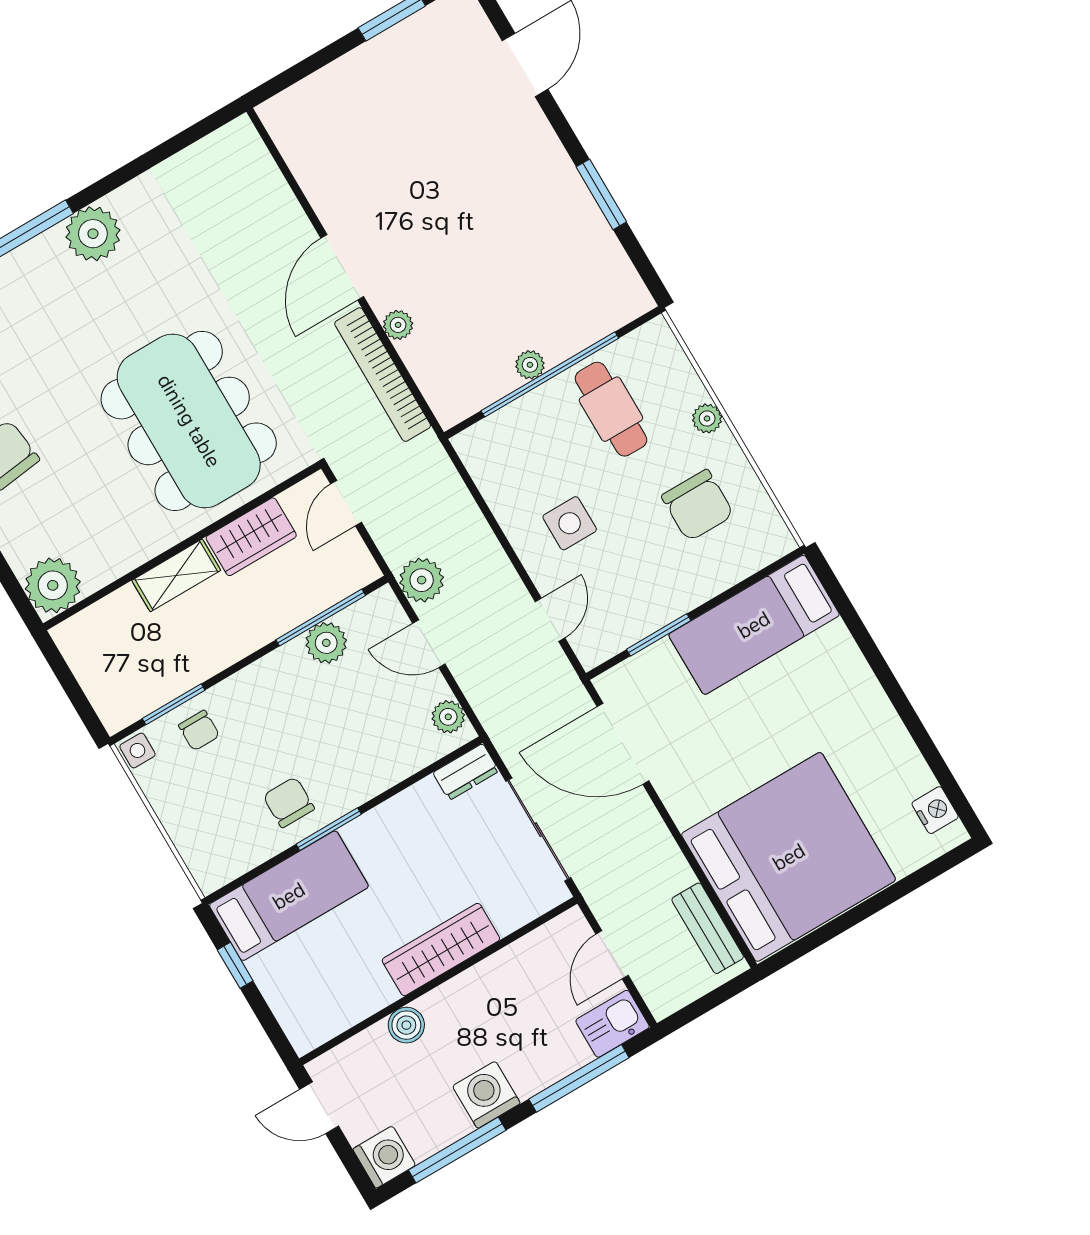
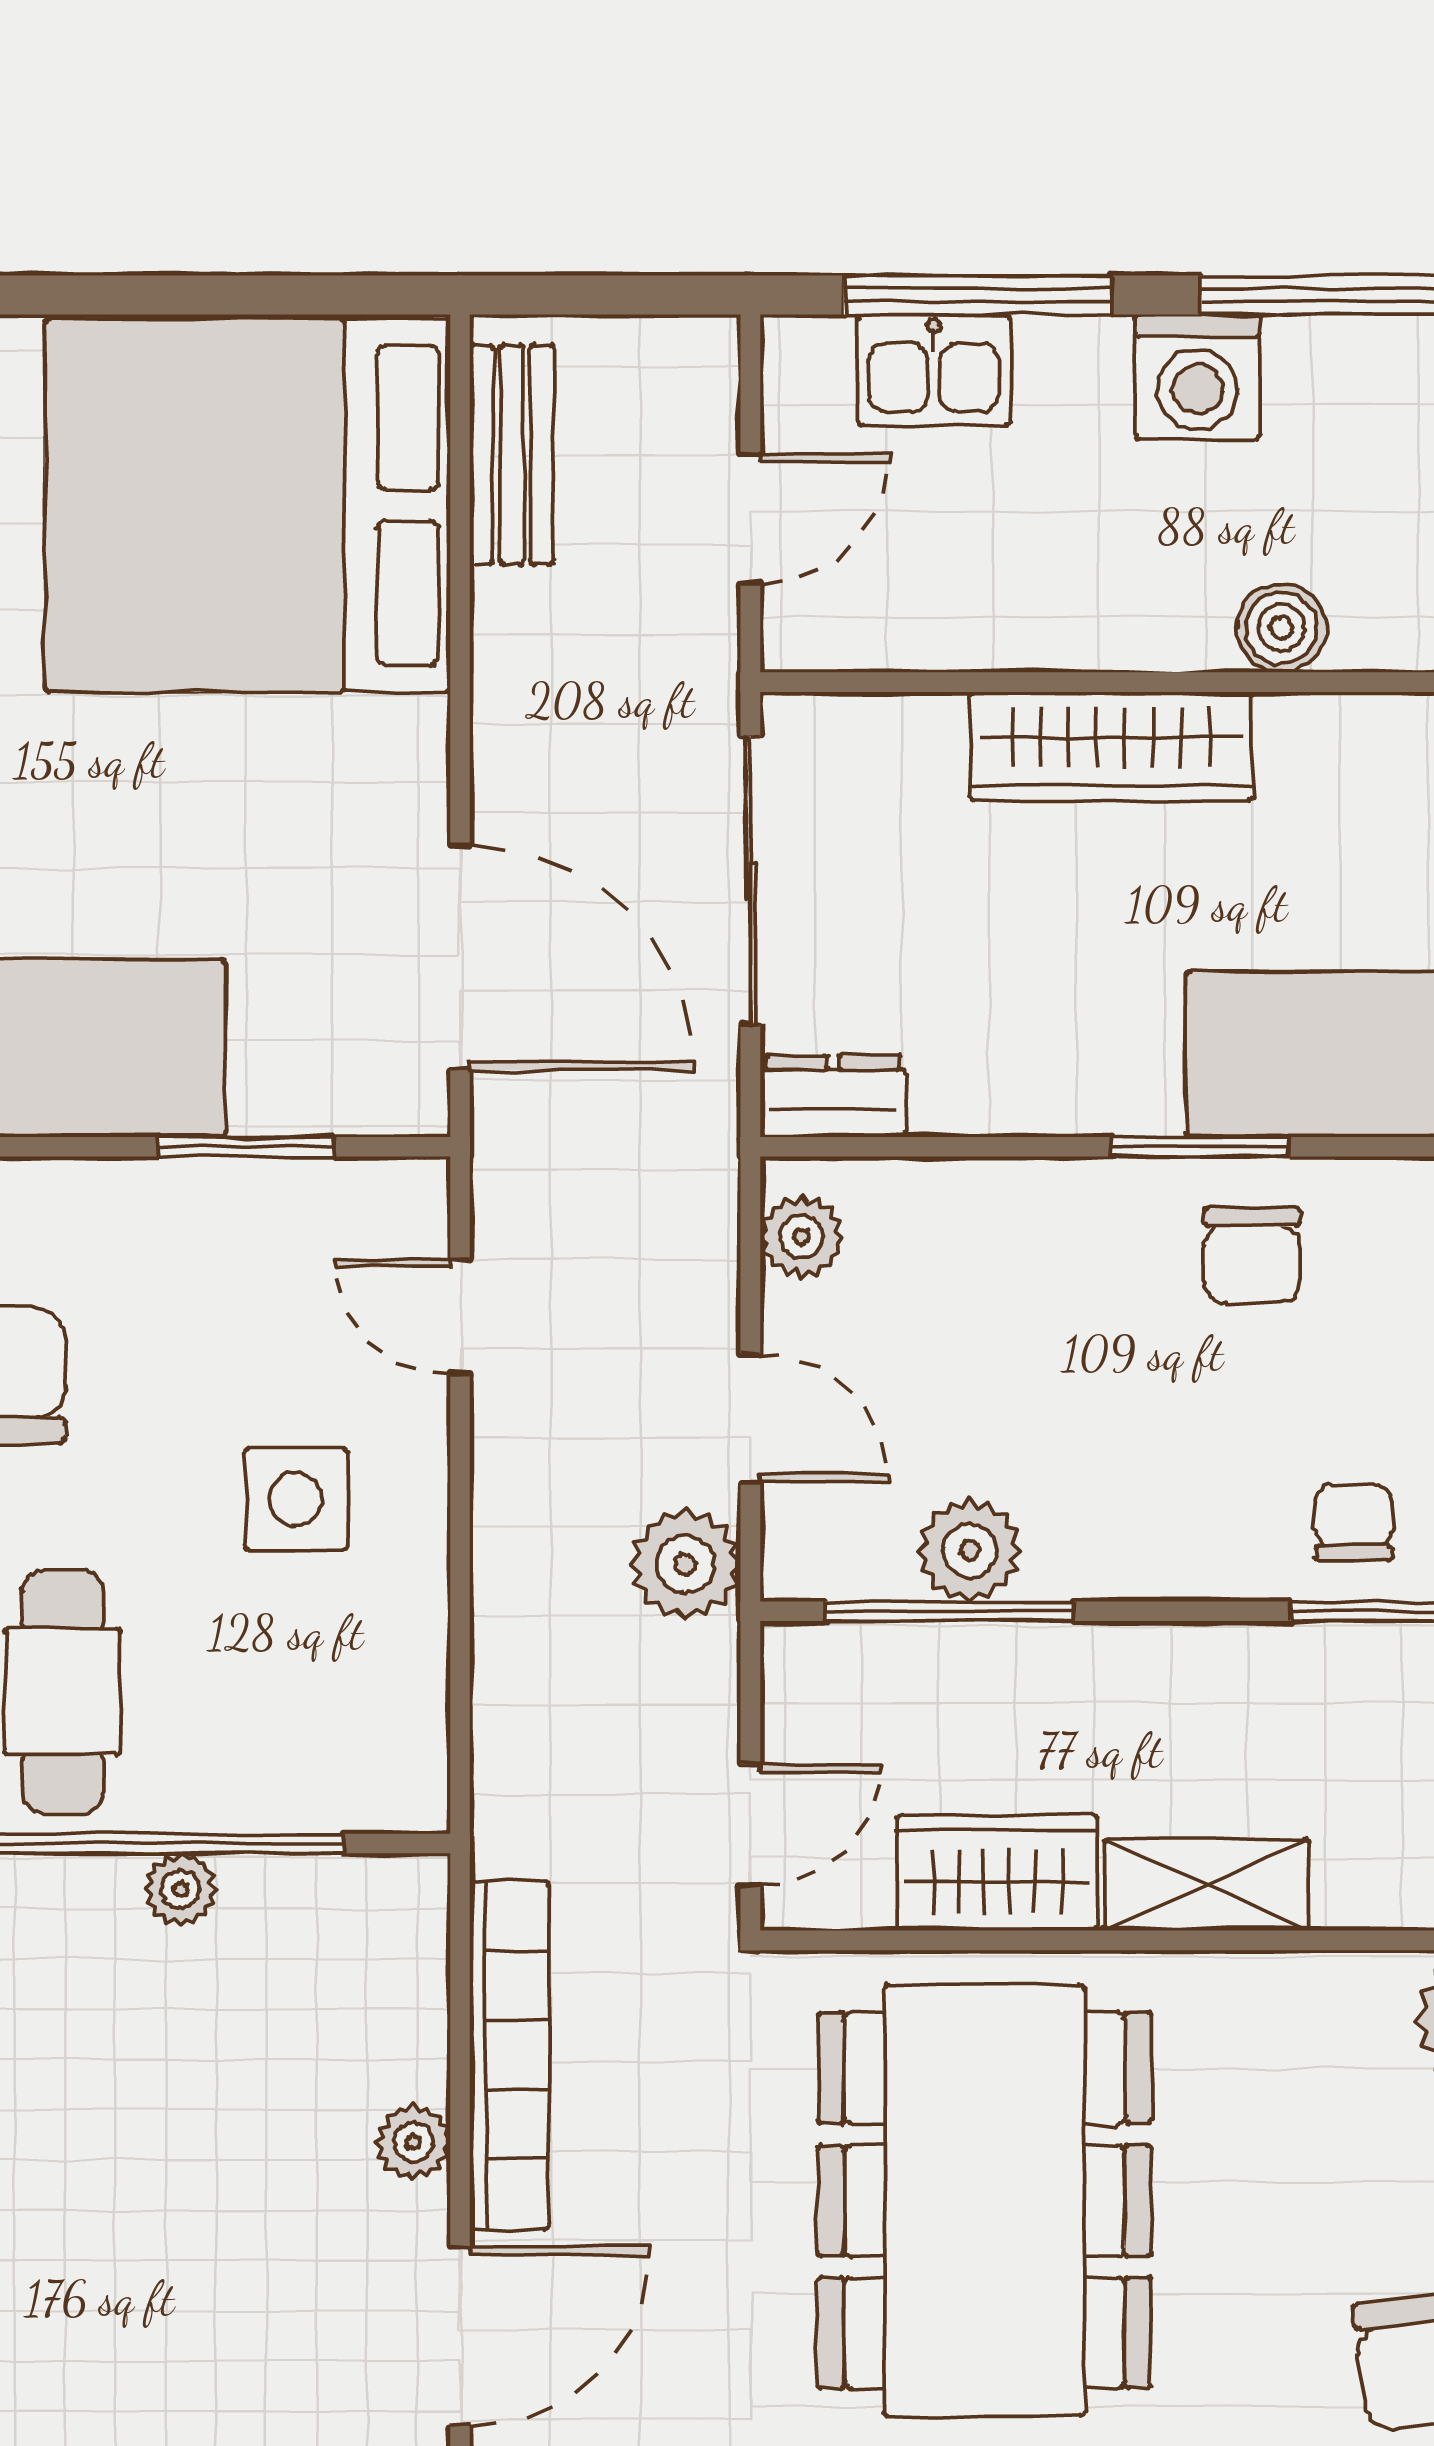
door: (550, 620) -> (460, 1317), hinge flipped
kitchen sink: (612, 1024) -> (934, 370), moved

